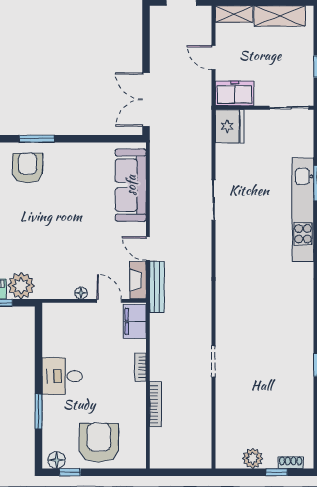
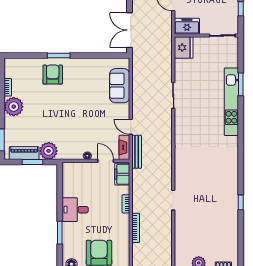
sofa: (131, 185) -> (120, 86), width x0.73

